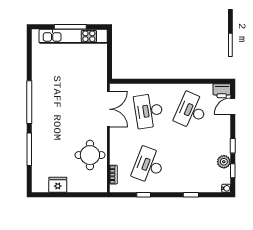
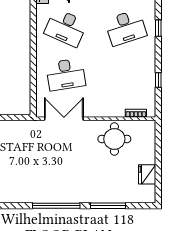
desk: (149, 165) -> (126, 28), moved, turned -39

